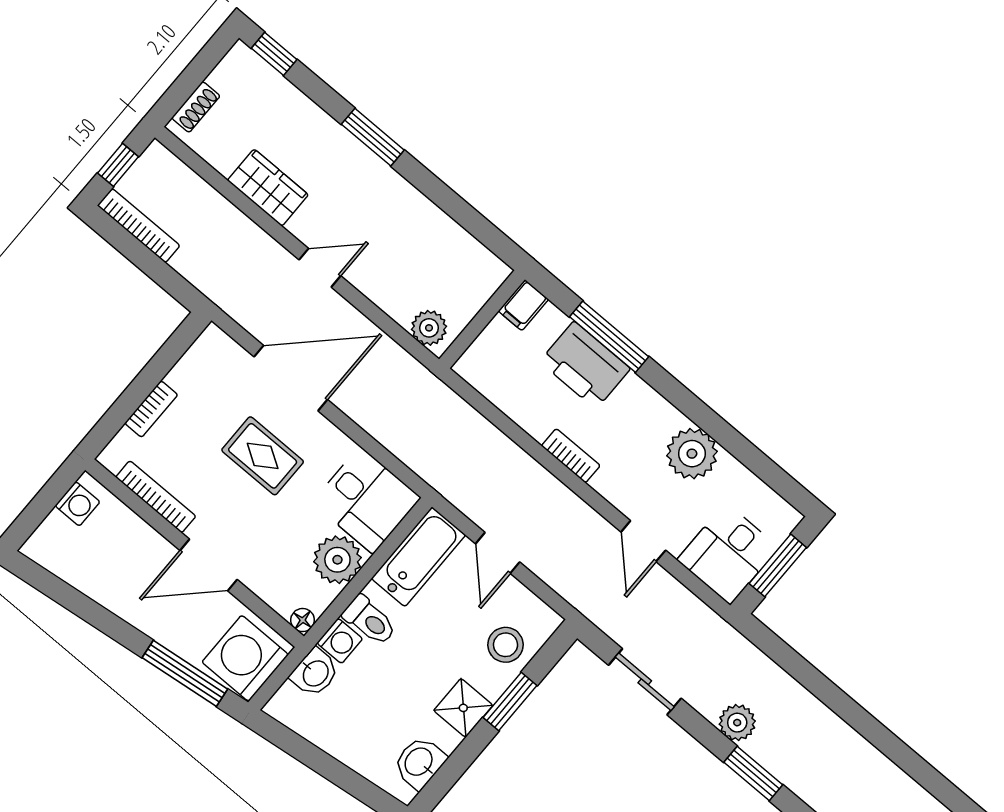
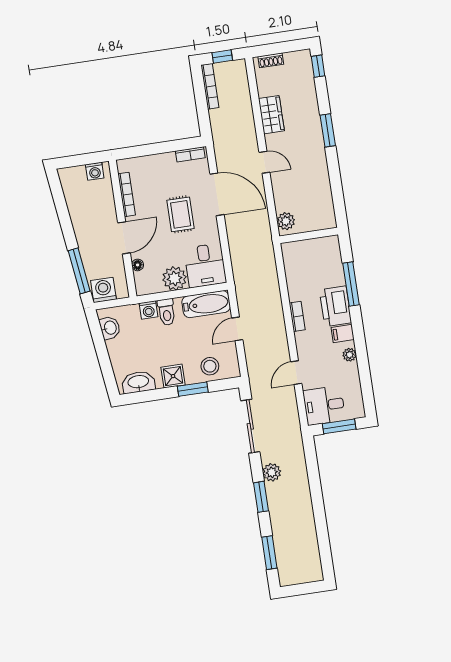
filing cabinet: (523, 305) -> (343, 334), moved
printer: (585, 365) -> (335, 306), moved
bookcase: (151, 409) -> (190, 154), moved
plant: (692, 454) -> (350, 355), width x0.53, depth x0.53
door: (209, 565) -> (124, 238), swing flipped
floor lamp: (303, 620) -> (138, 265), moved
washing machine: (245, 658) -> (103, 290), width x0.73, depth x0.73
washbasin: (315, 673) -> (110, 328), moved, turned -97
sliding door: (645, 682) -> (250, 426), width x1.37
washbasin: (419, 762) -> (138, 382), width x1.38

